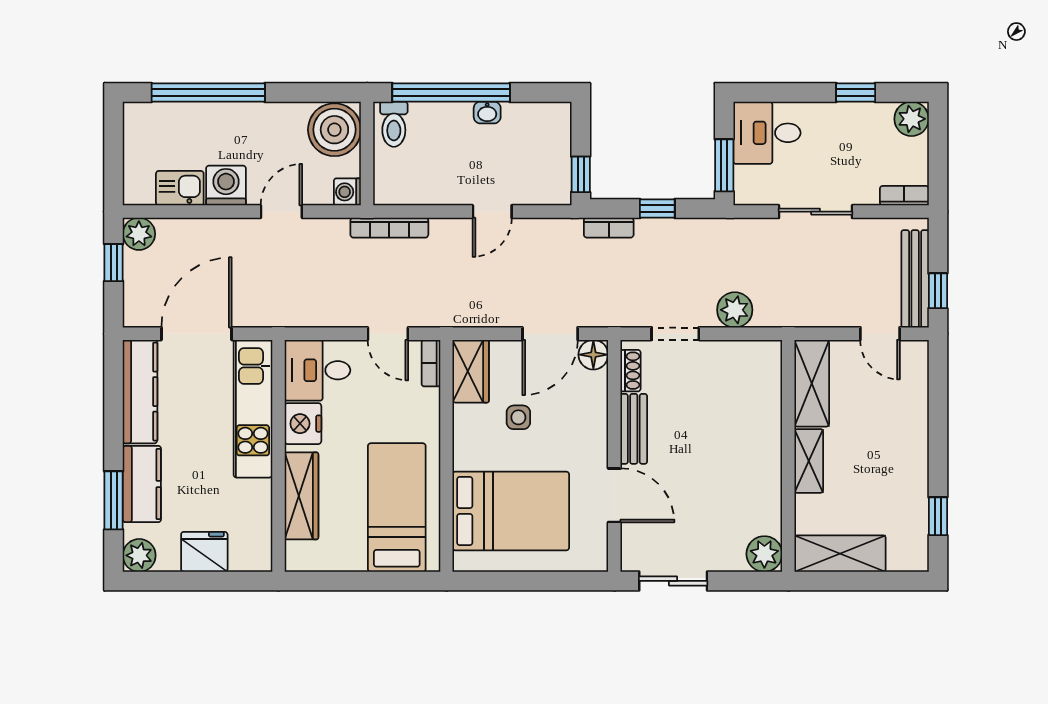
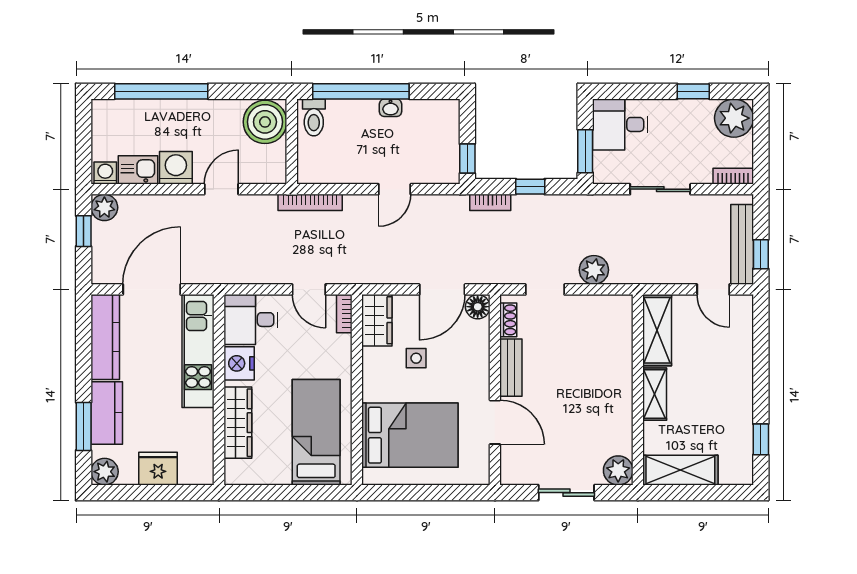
plant: (912, 119) -> (734, 118), width x1.36, depth x1.36
washing machine: (347, 192) -> (105, 173), moved, turned 90
sliding door: (673, 581) -> (566, 493), moved

